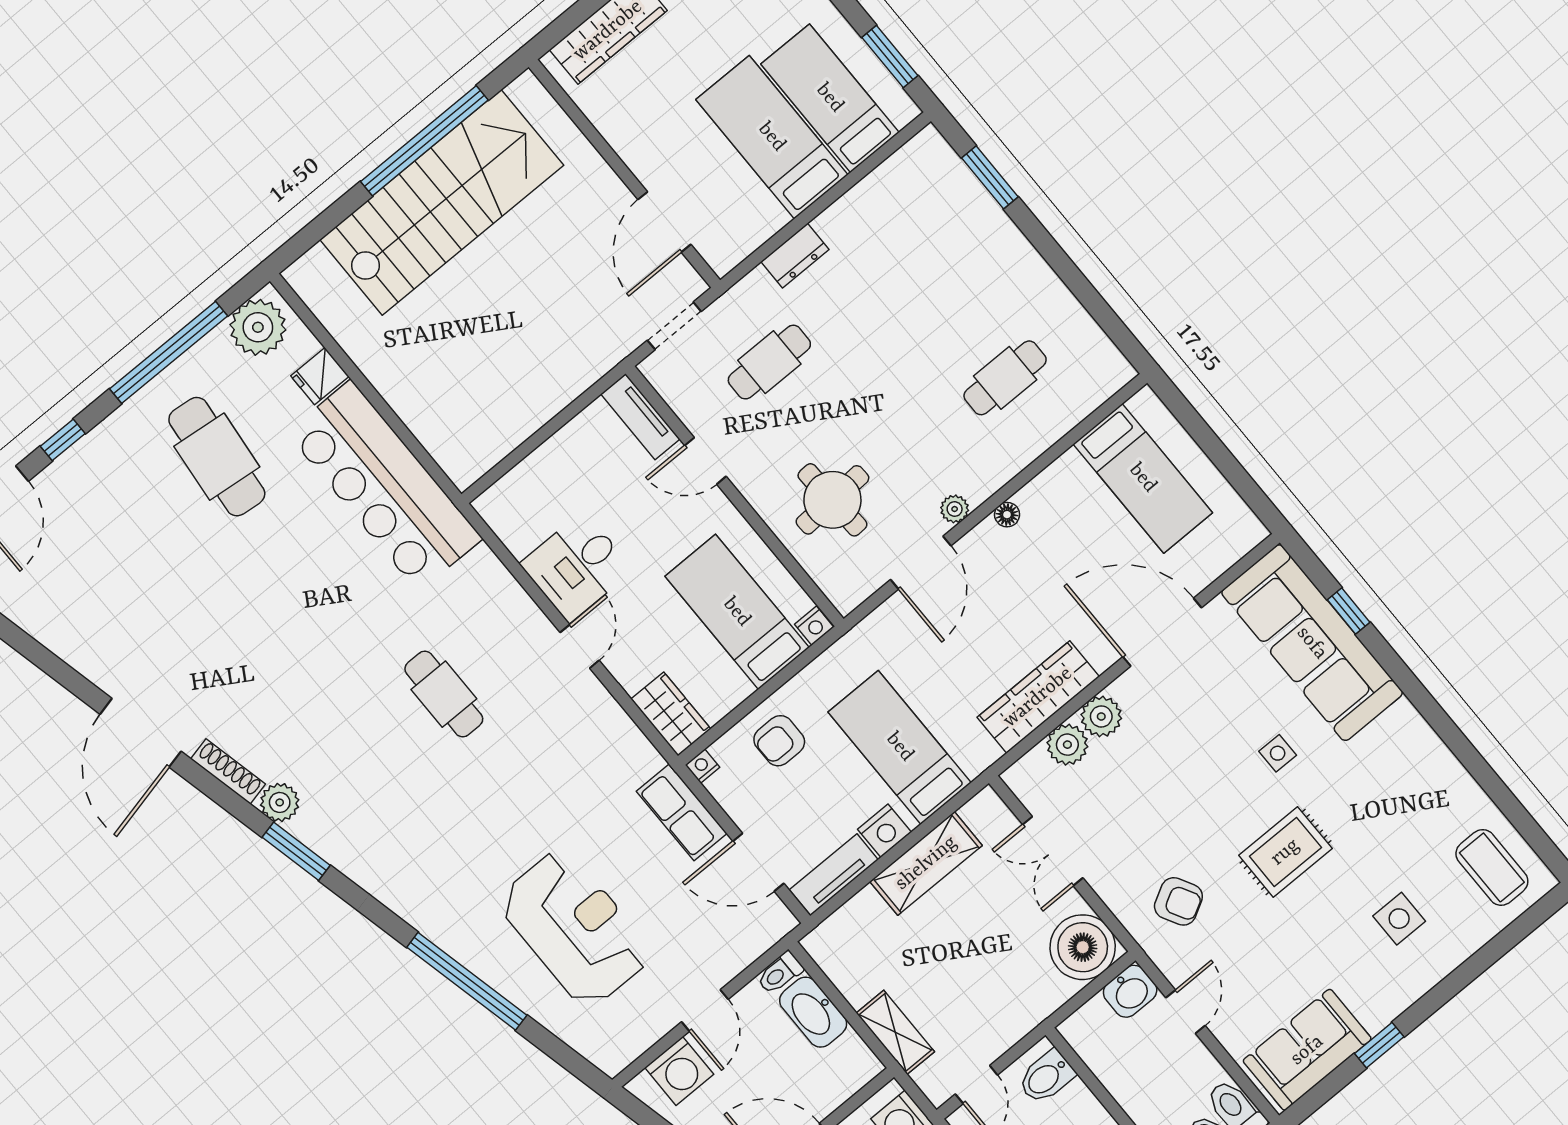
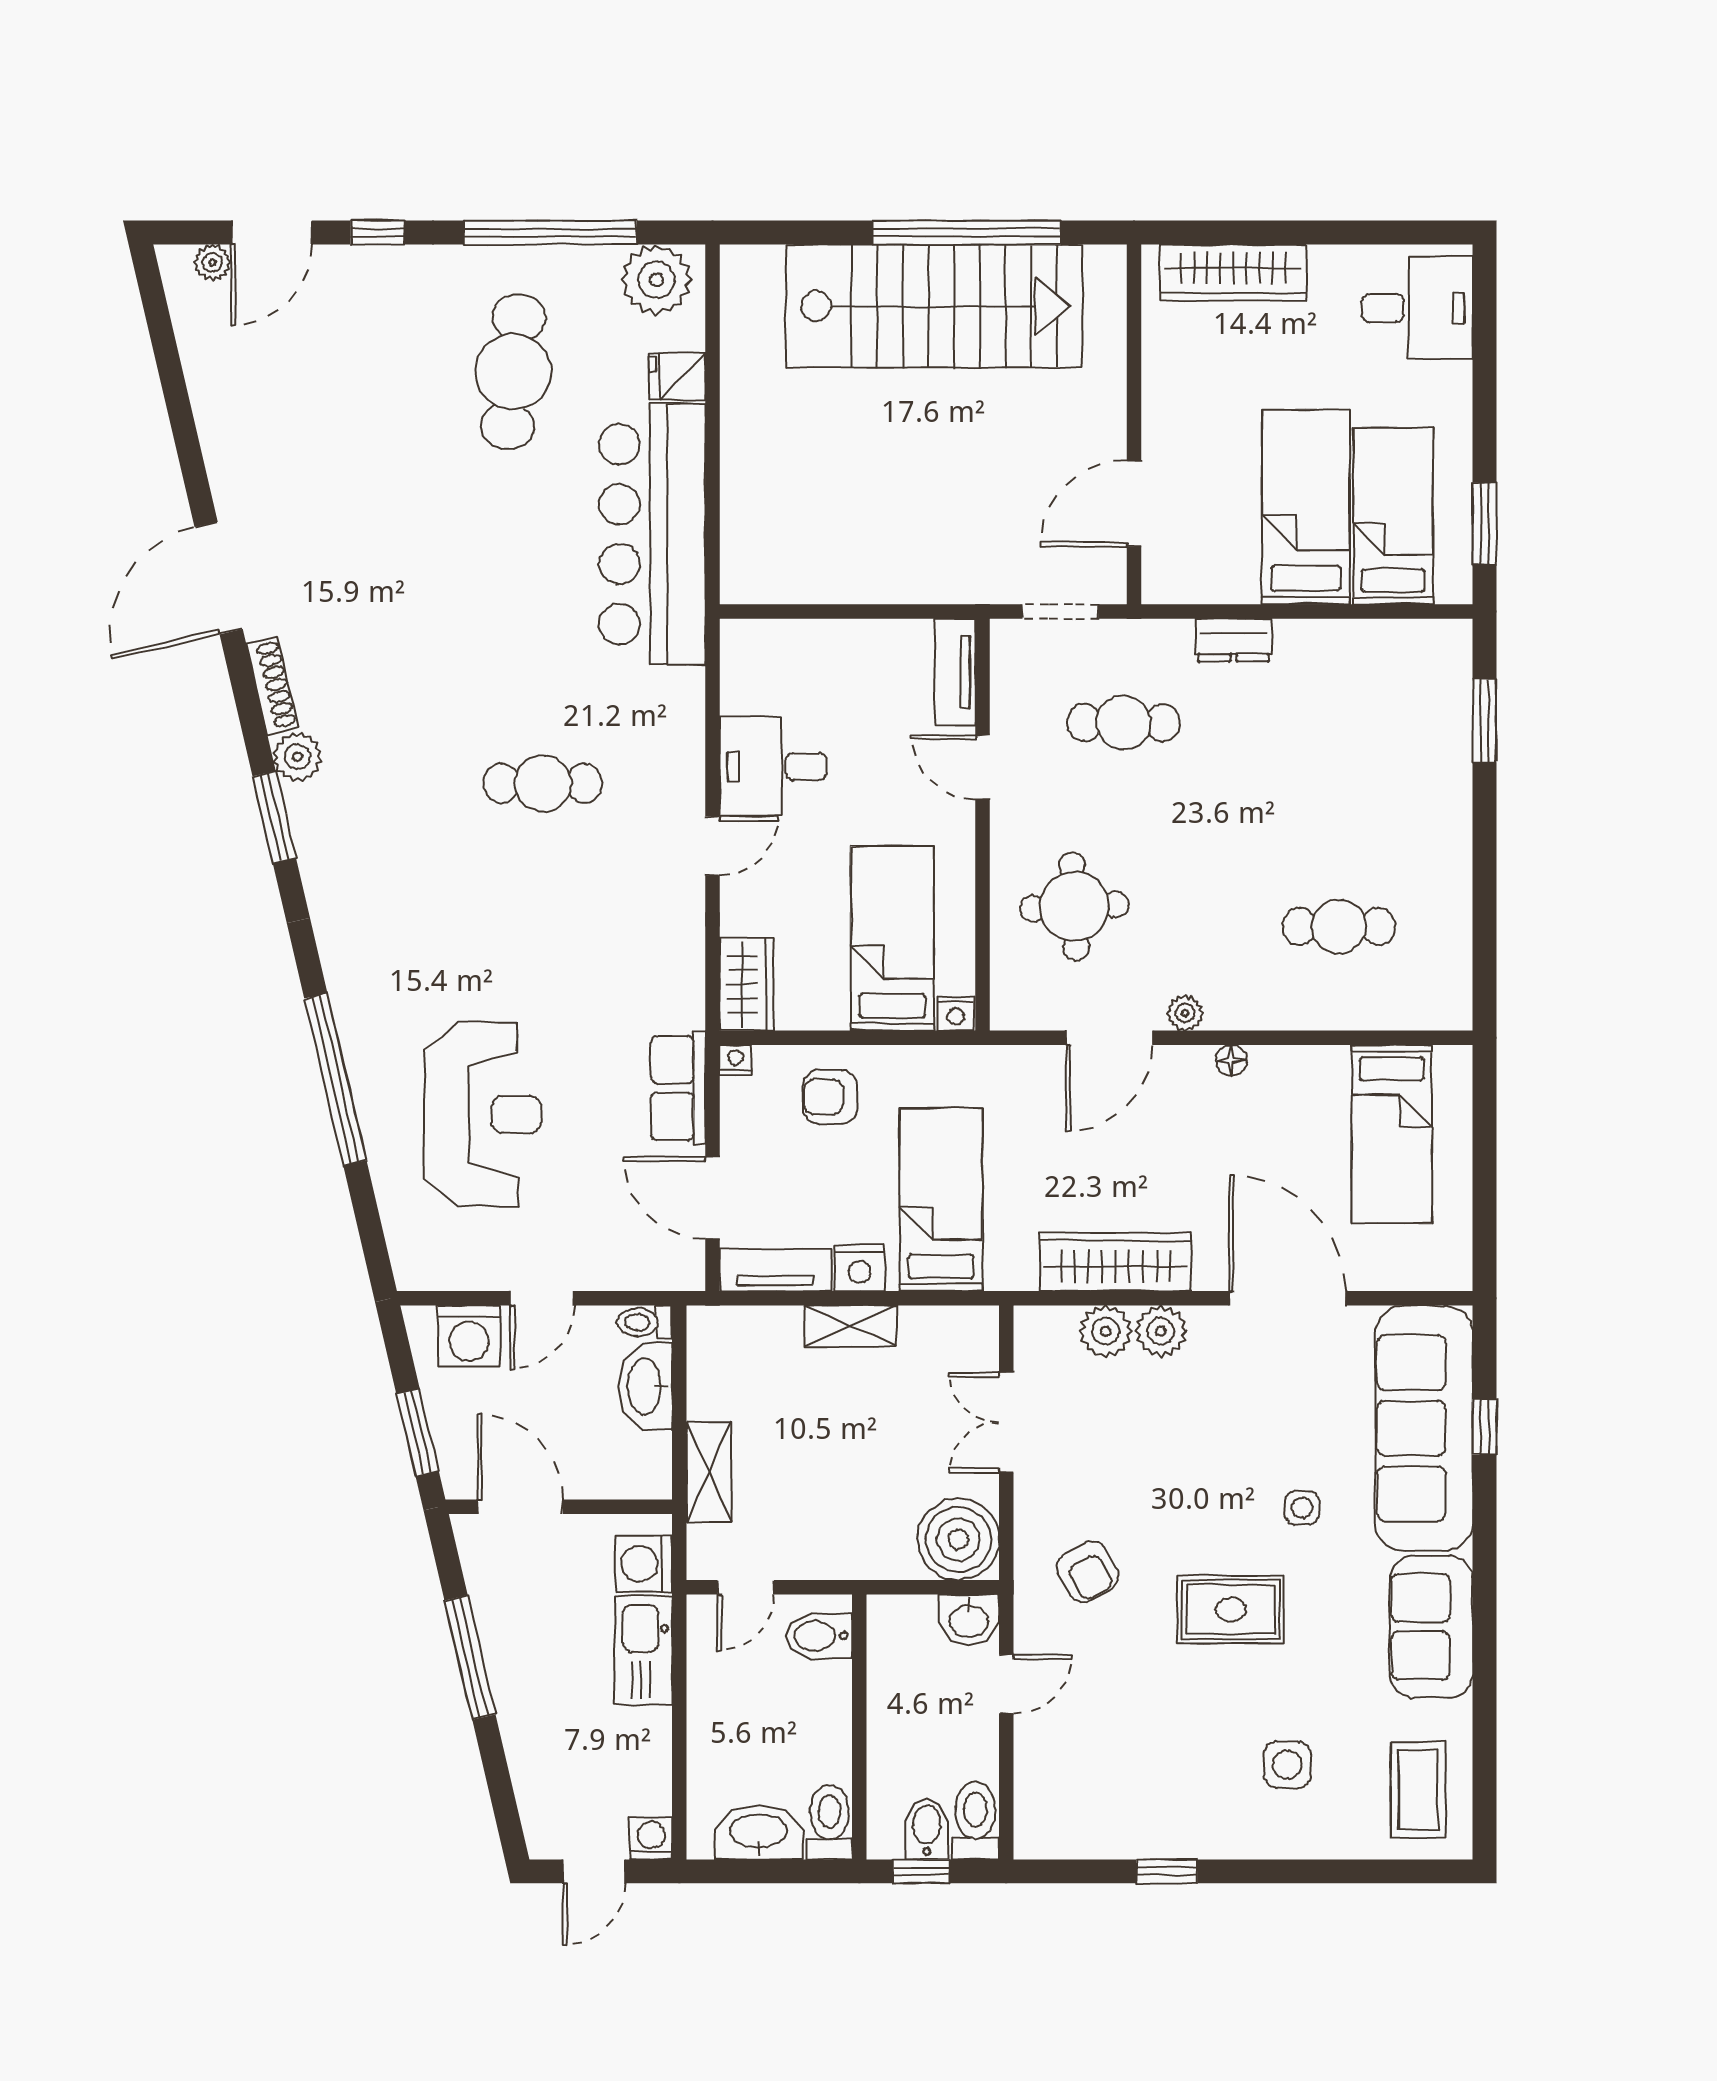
cafe table: (444, 694) -> (543, 783), turned 90
shelving: (926, 863) -> (851, 1326), width x0.67, depth x0.75
sofa: (1307, 1050) -> (1431, 1627), moved, turned -90

